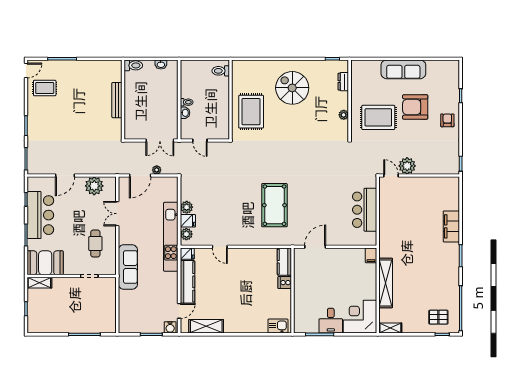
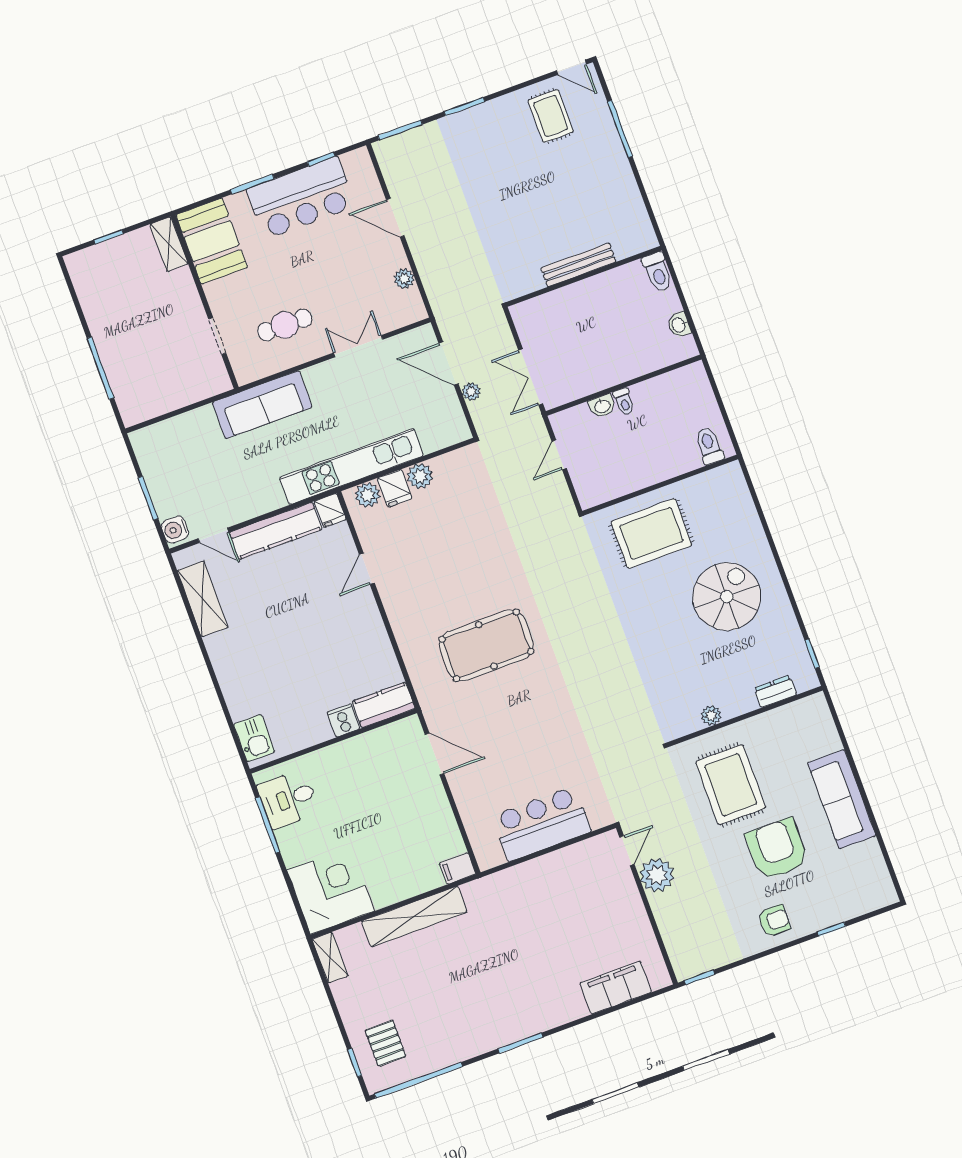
plant: (94, 186) -> (404, 279), width x0.53, depth x0.53
filing cabinet: (451, 226) -> (616, 988), moved
desk: (331, 321) -> (288, 799), moved

